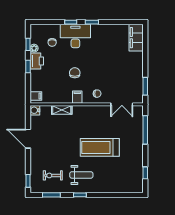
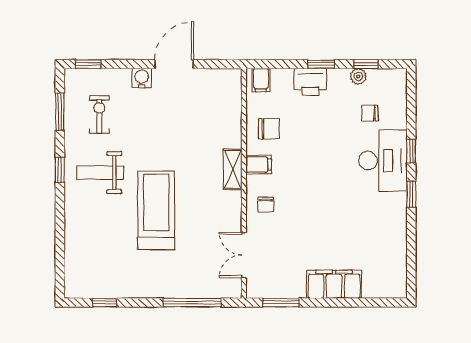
filing cabinet: (136, 38) -> (334, 284), moved
printer: (37, 61) -> (310, 82), moved
chair: (75, 73) -> (269, 129), moved
water cooler: (35, 110) -> (142, 78), moved
shelving: (62, 110) -> (233, 169), moved
weight bench: (81, 175) -> (100, 173), turned 90

